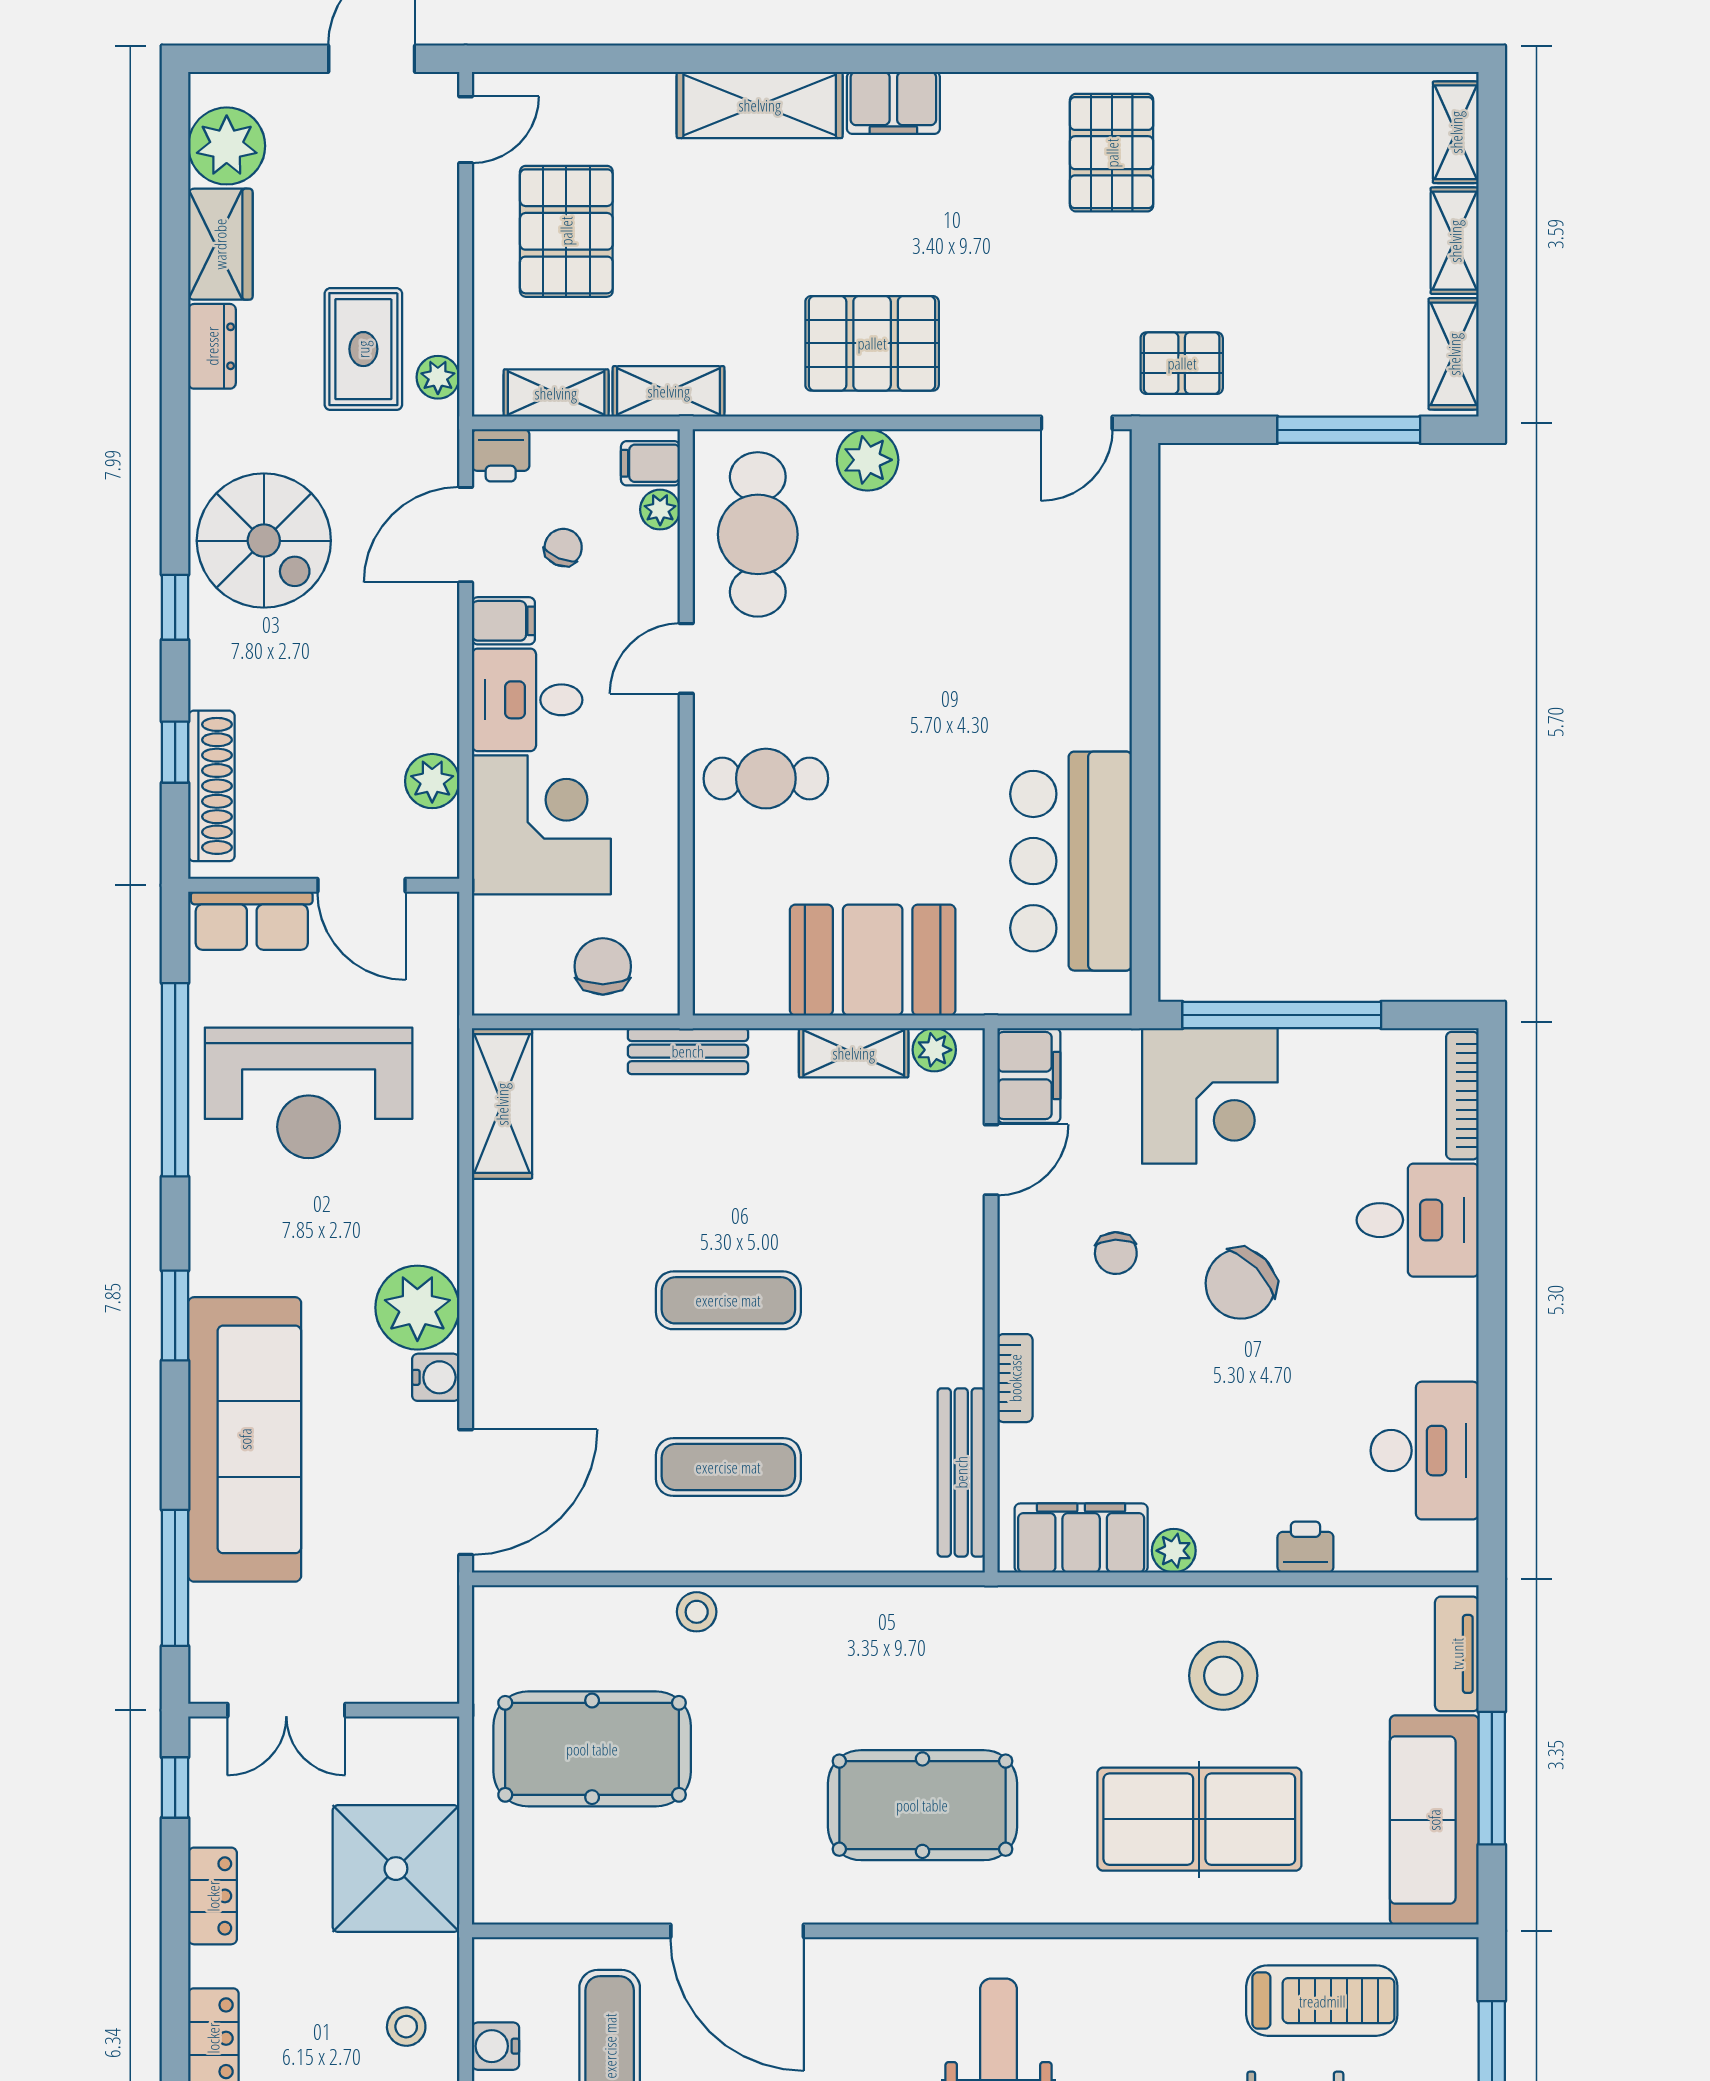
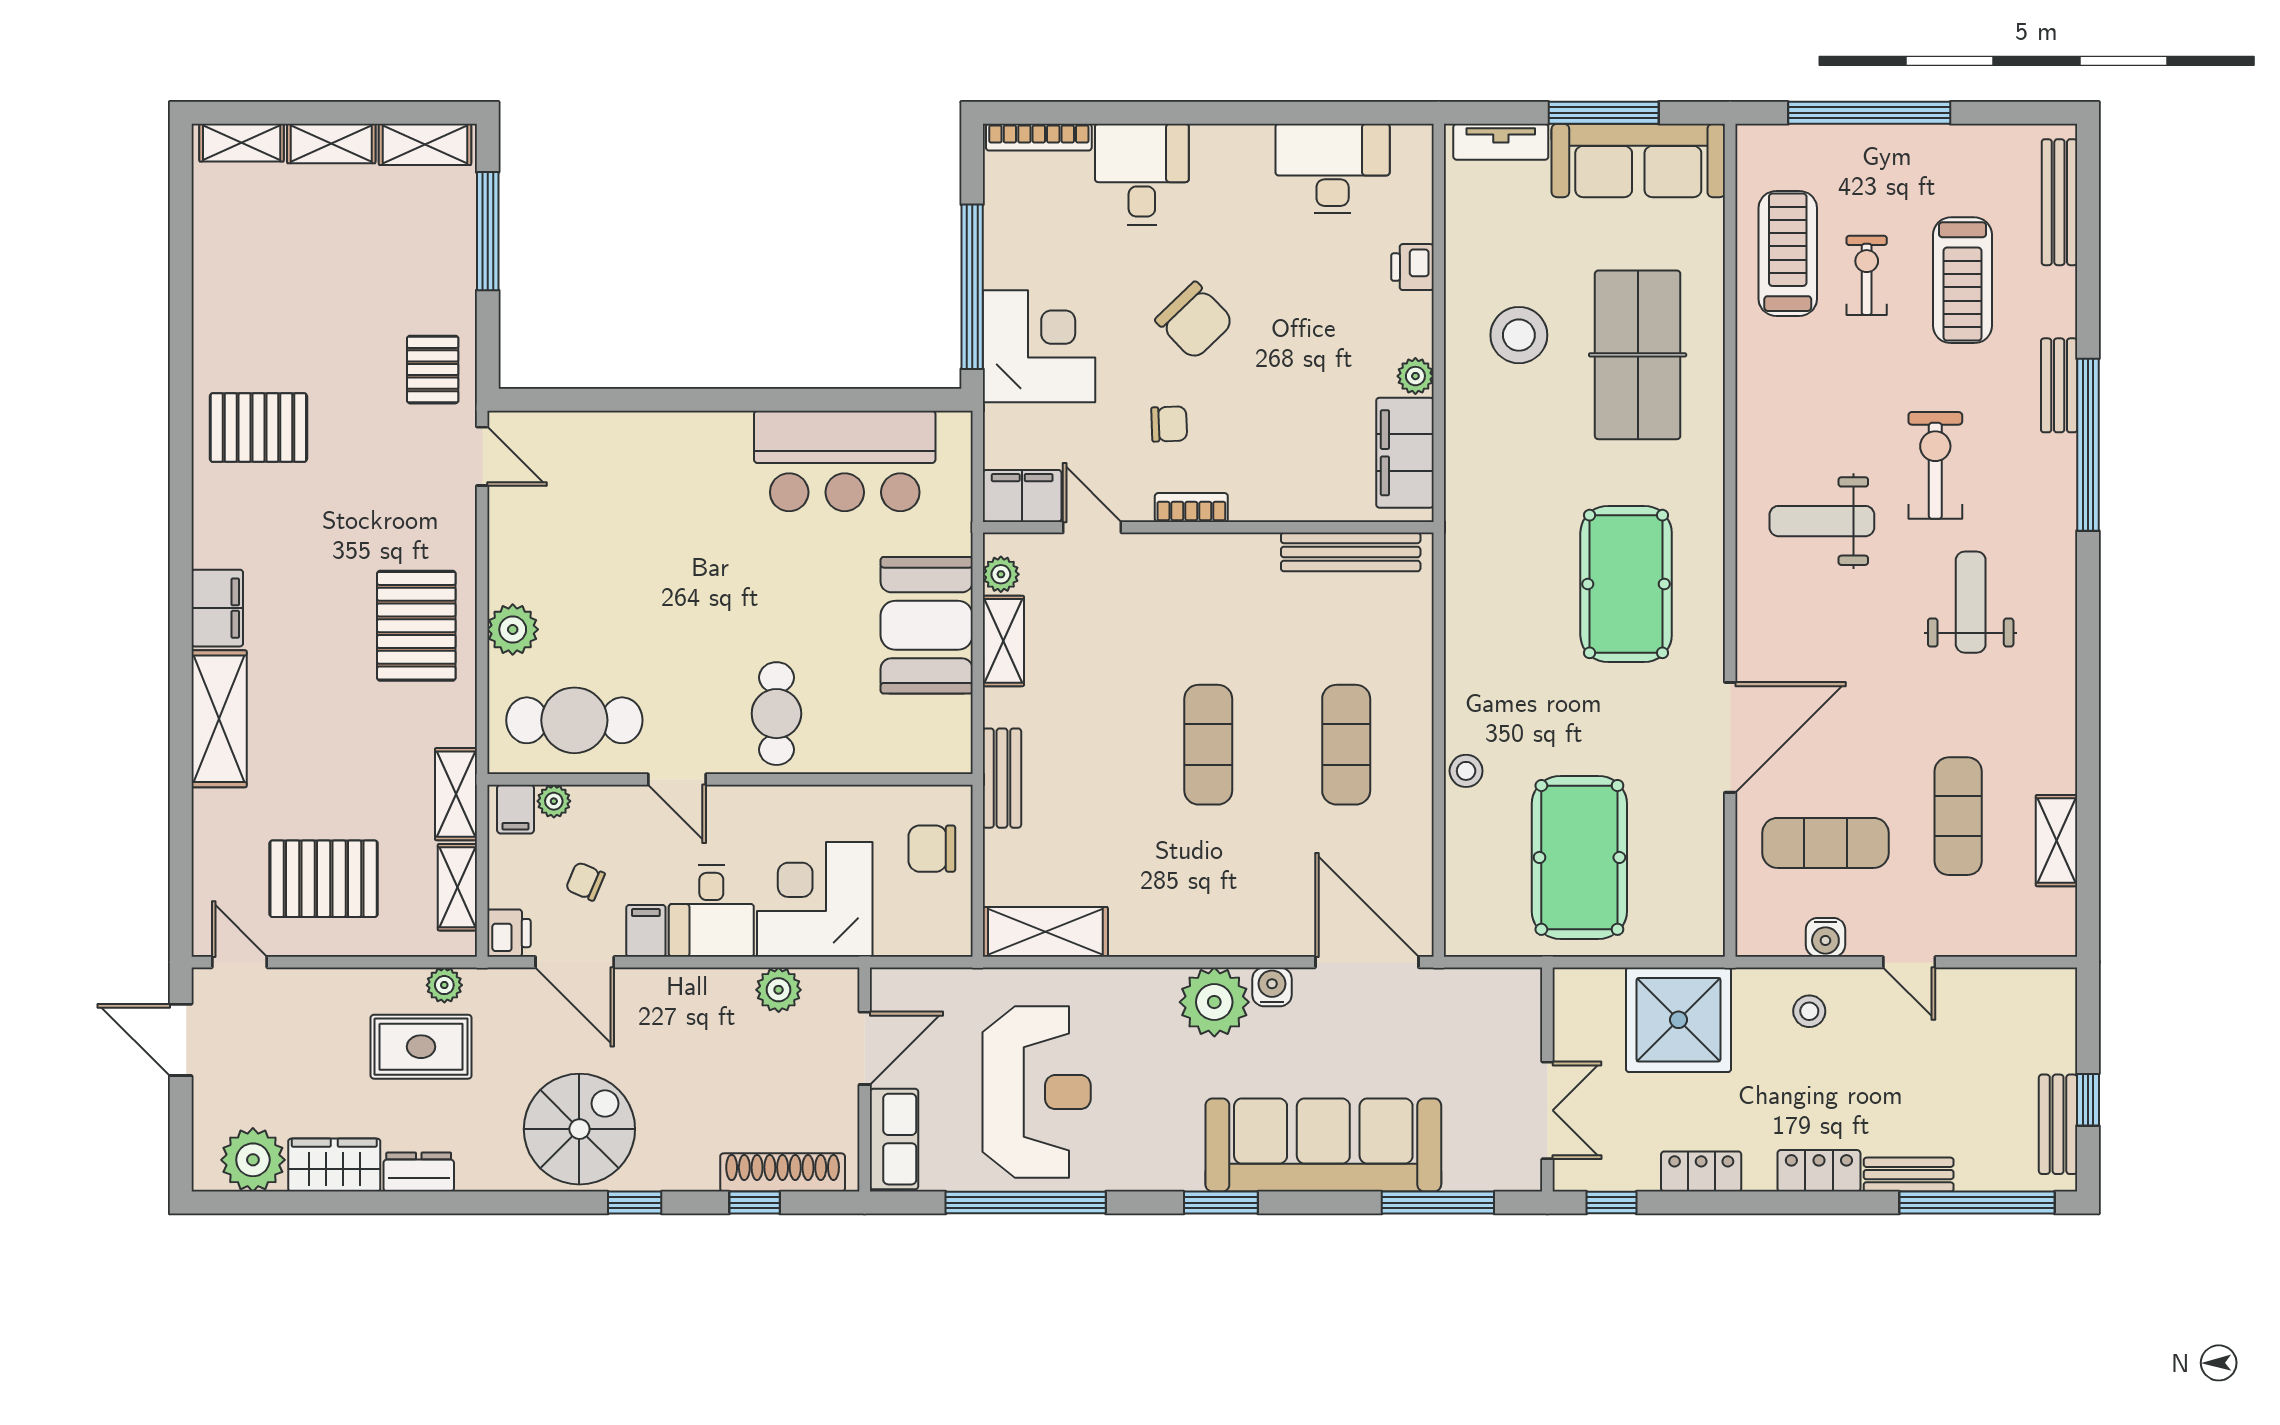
bookcase: (1015, 1378) -> (1191, 507), moved

